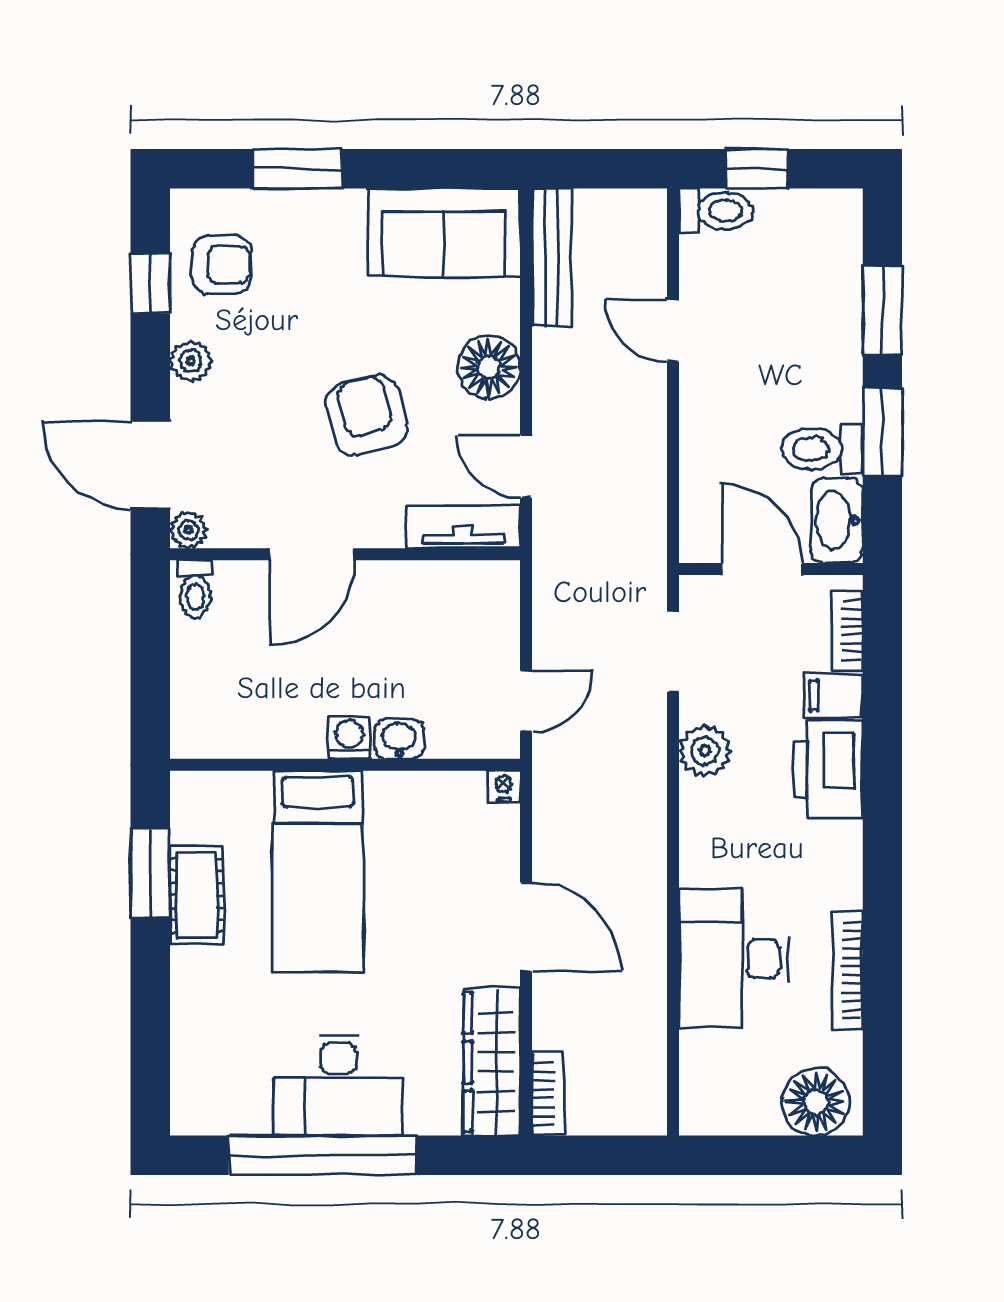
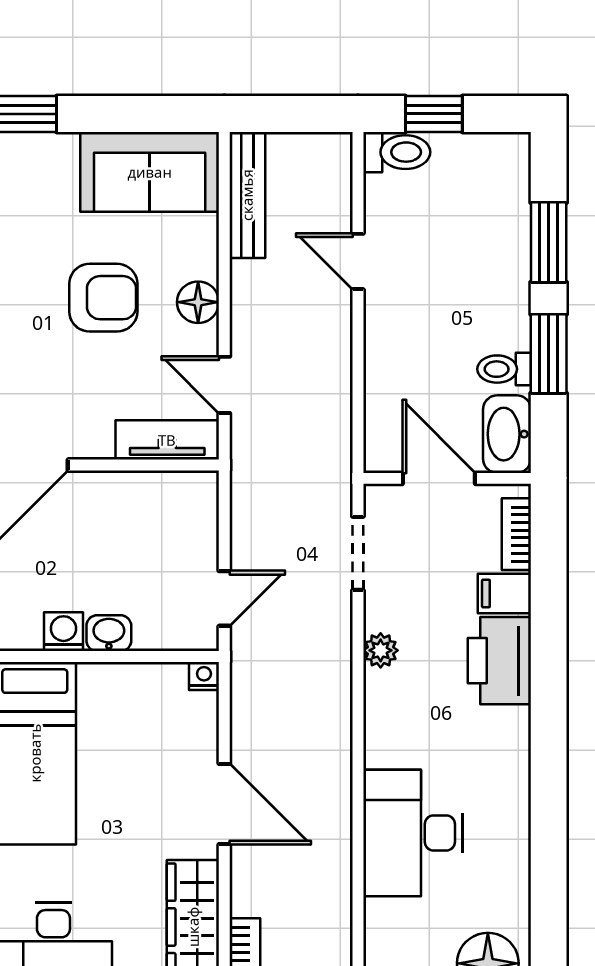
floor lamp: (489, 367) -> (198, 302), width x0.73, depth x0.73
armchair: (367, 415) -> (103, 298), moved, turned 104
toilet: (822, 449) -> (504, 369), width x0.73, depth x0.72
plant: (705, 751) -> (381, 650), width x0.73, depth x0.73
bookcase: (848, 970) -> (517, 844), removed

